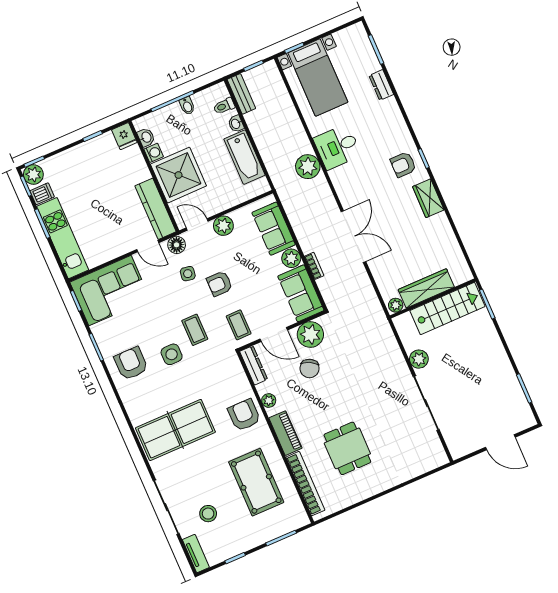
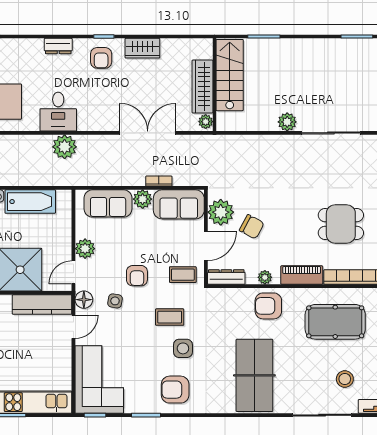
dresser: (381, 85) -> (58, 46), moved
wardrobe: (426, 288) -> (202, 87), moved
wall: (433, 299) -> (214, 85), moved
plant: (396, 305) -> (206, 122), moved
stairs: (447, 309) -> (230, 75), moved

